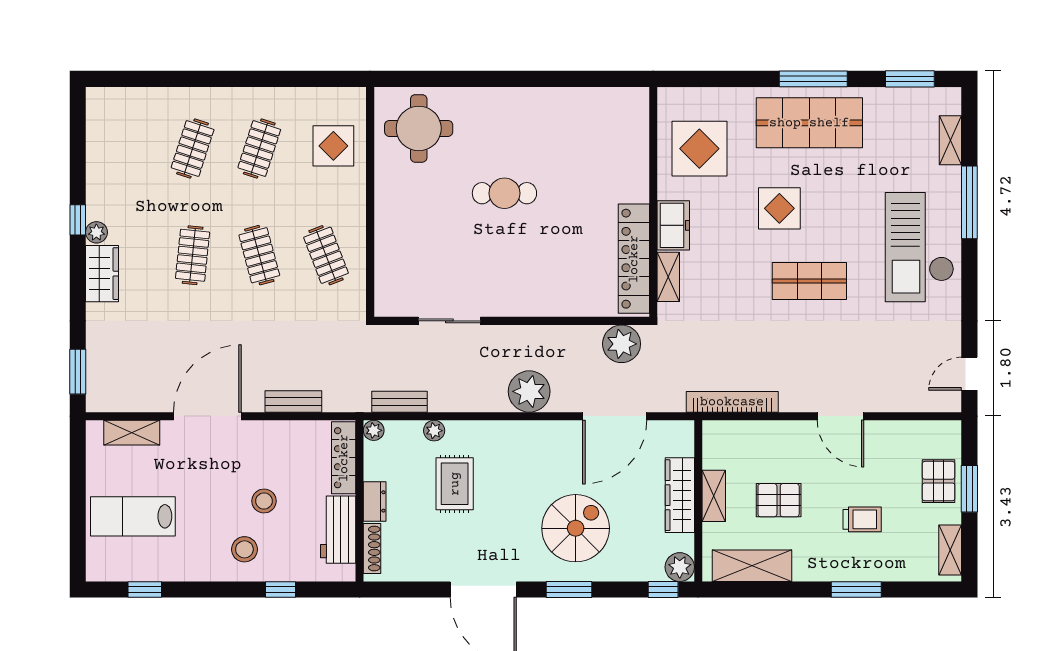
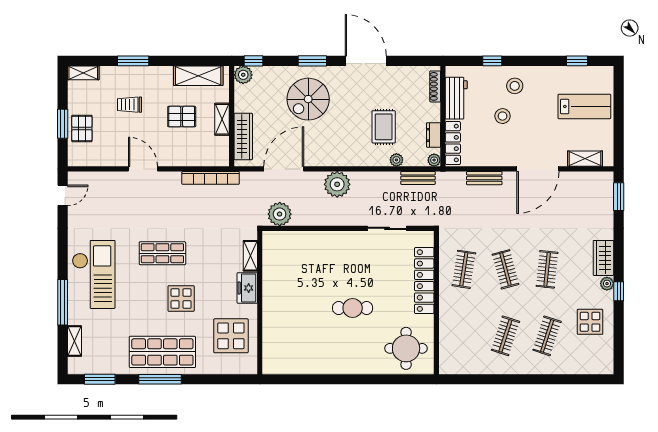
display table: (333, 146) -> (590, 322), moved
clothes rail: (326, 255) -> (464, 269), turned 30
locker: (634, 259) -> (424, 281), moved, turned 180
wardrobe: (680, 495) -> (243, 136), moved
dresser: (375, 501) -> (433, 135), moved
shelving: (950, 550) -> (83, 73), moved, turned 90

